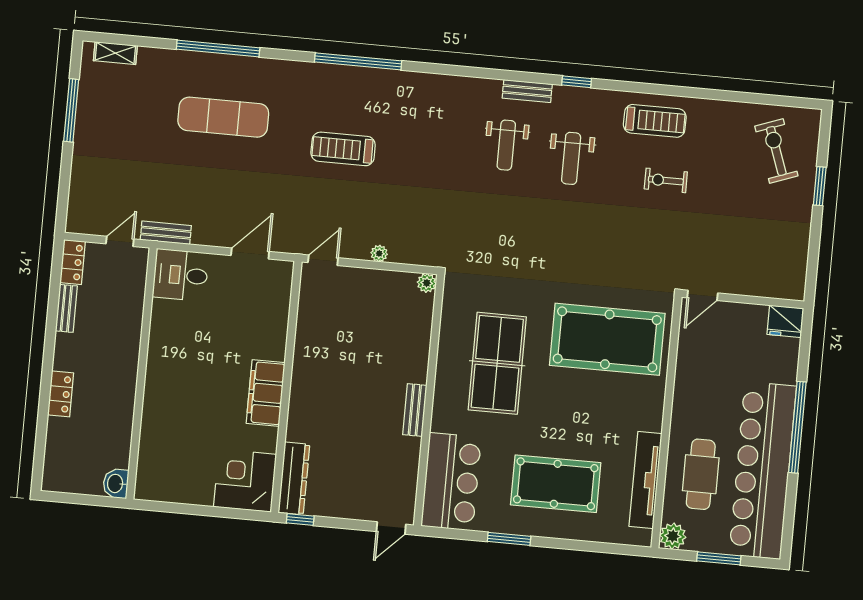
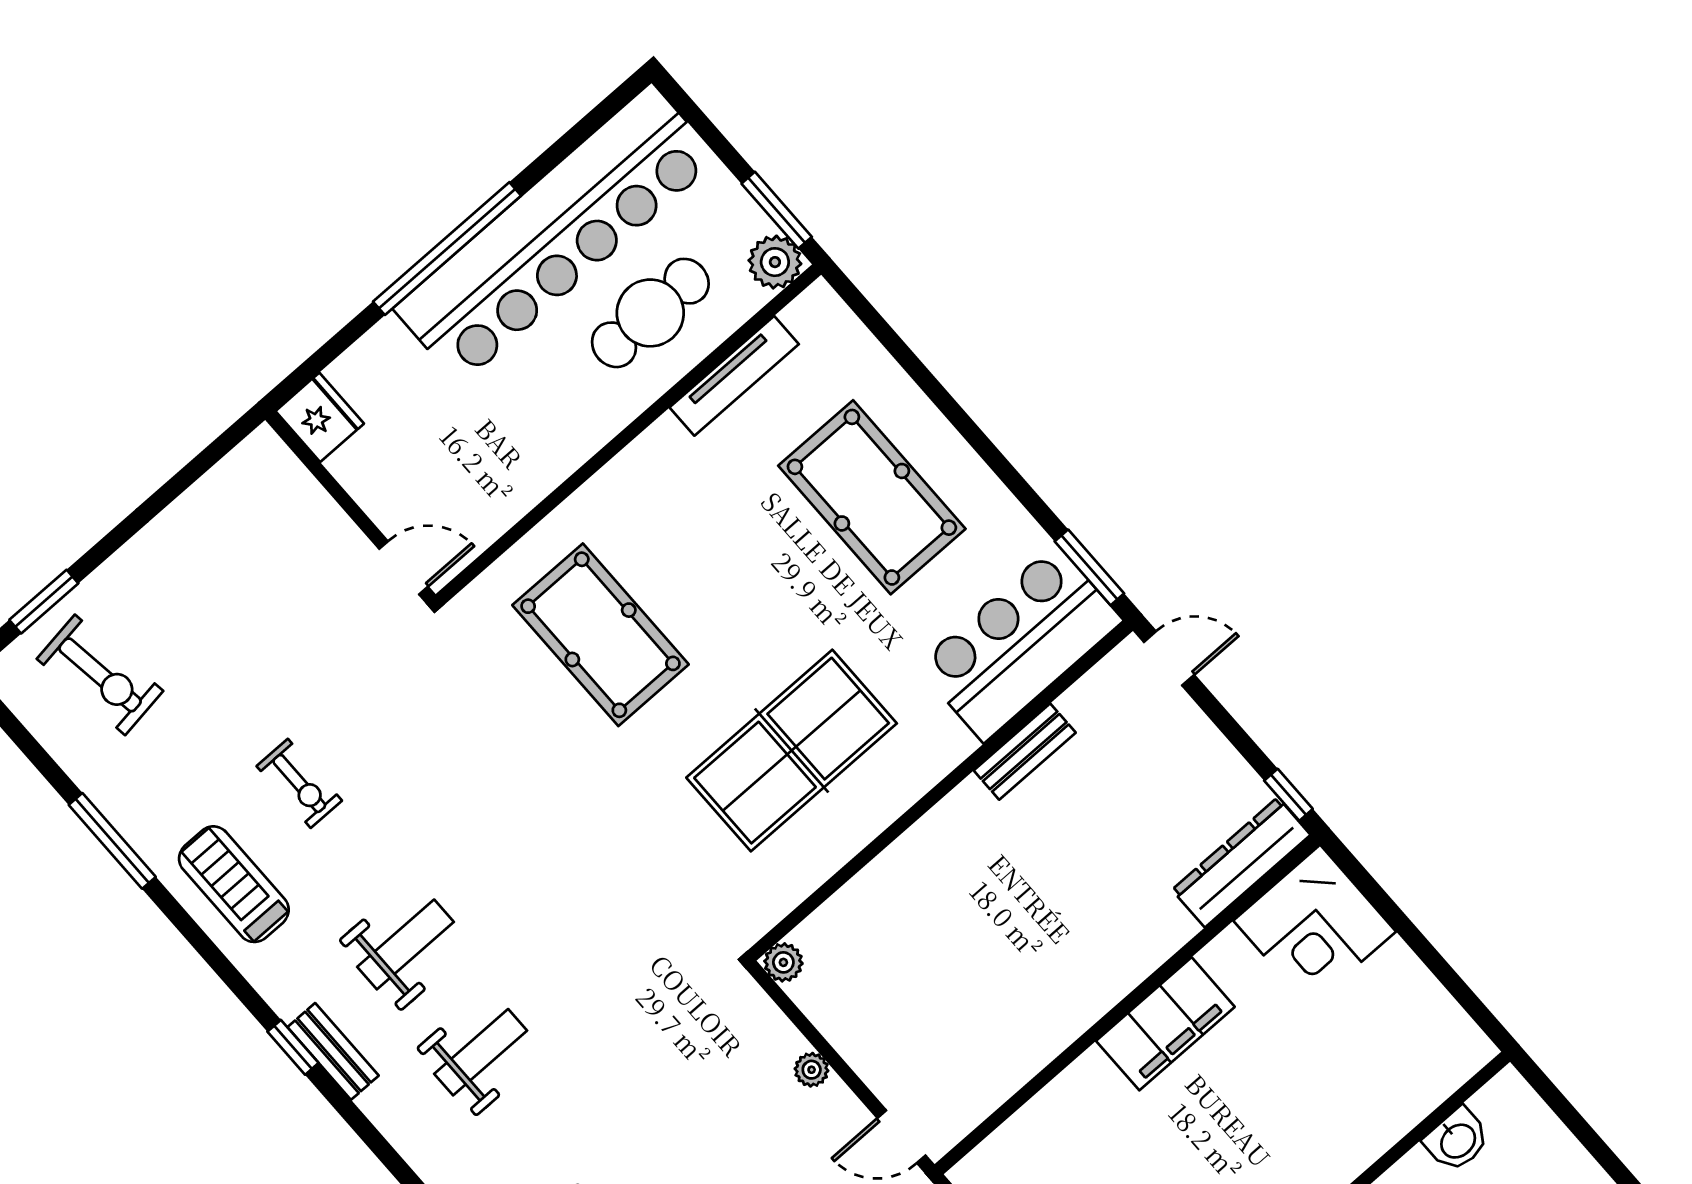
bench: (527, 91) -> (333, 1051), moved
window: (714, 94) -> (112, 841), added
exercise bike: (776, 151) -> (100, 675), turned -78
window: (820, 186) -> (44, 602), moved
pool table: (607, 339) -> (601, 635), width x0.73, depth x0.76
bench: (415, 410) -> (1025, 752), moved
tv unit: (646, 480) -> (734, 376), width x0.73, depth x0.78
washbasin: (116, 483) -> (1457, 1140), moved
window: (509, 539) -> (1089, 567), moved
window: (719, 558) -> (777, 210), moved

